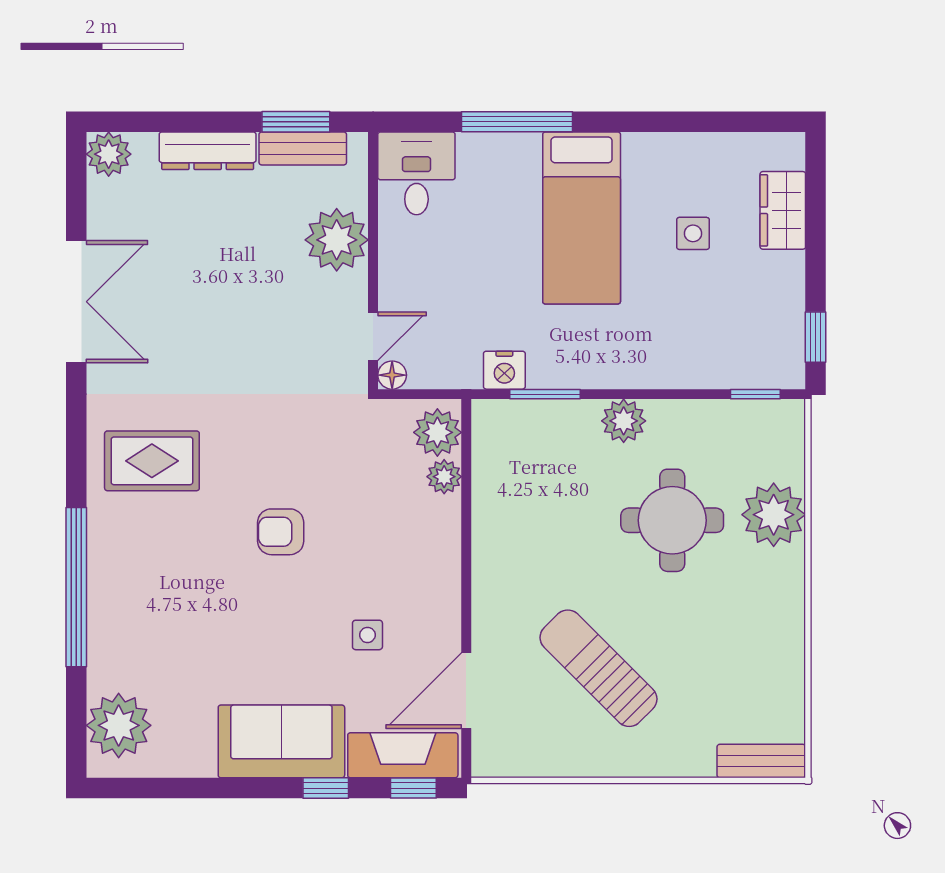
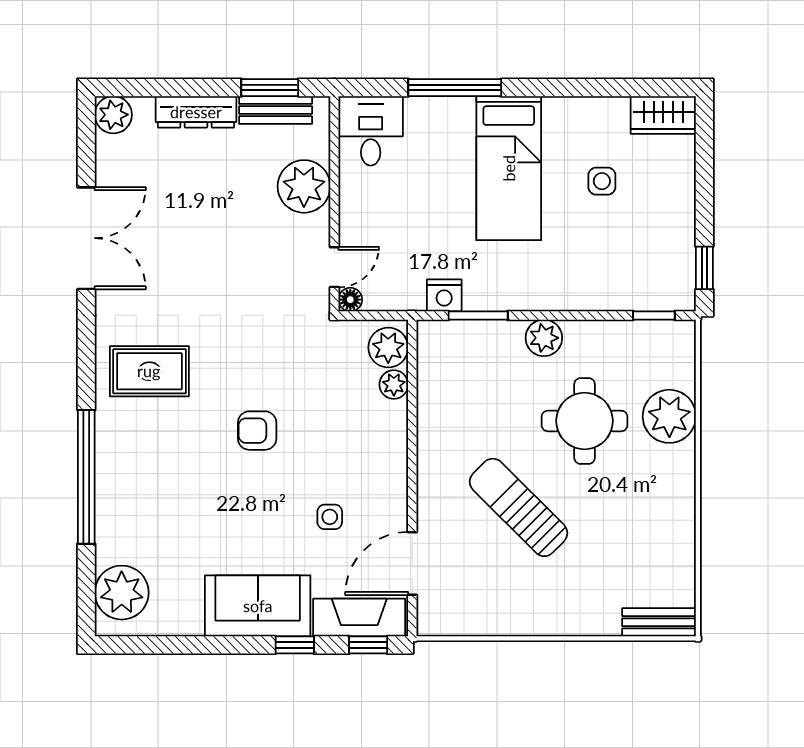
wardrobe: (783, 210) -> (663, 115), moved, turned -90
sun lounger: (598, 668) -> (518, 507), moved

